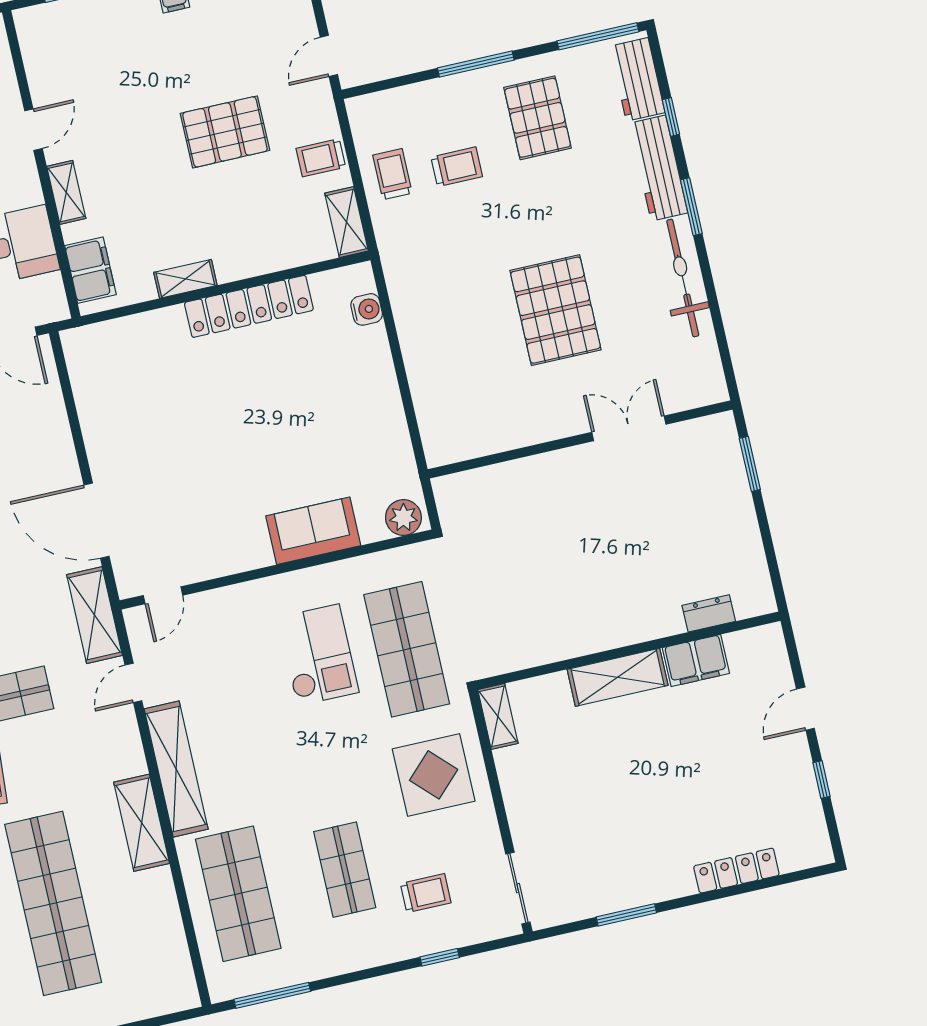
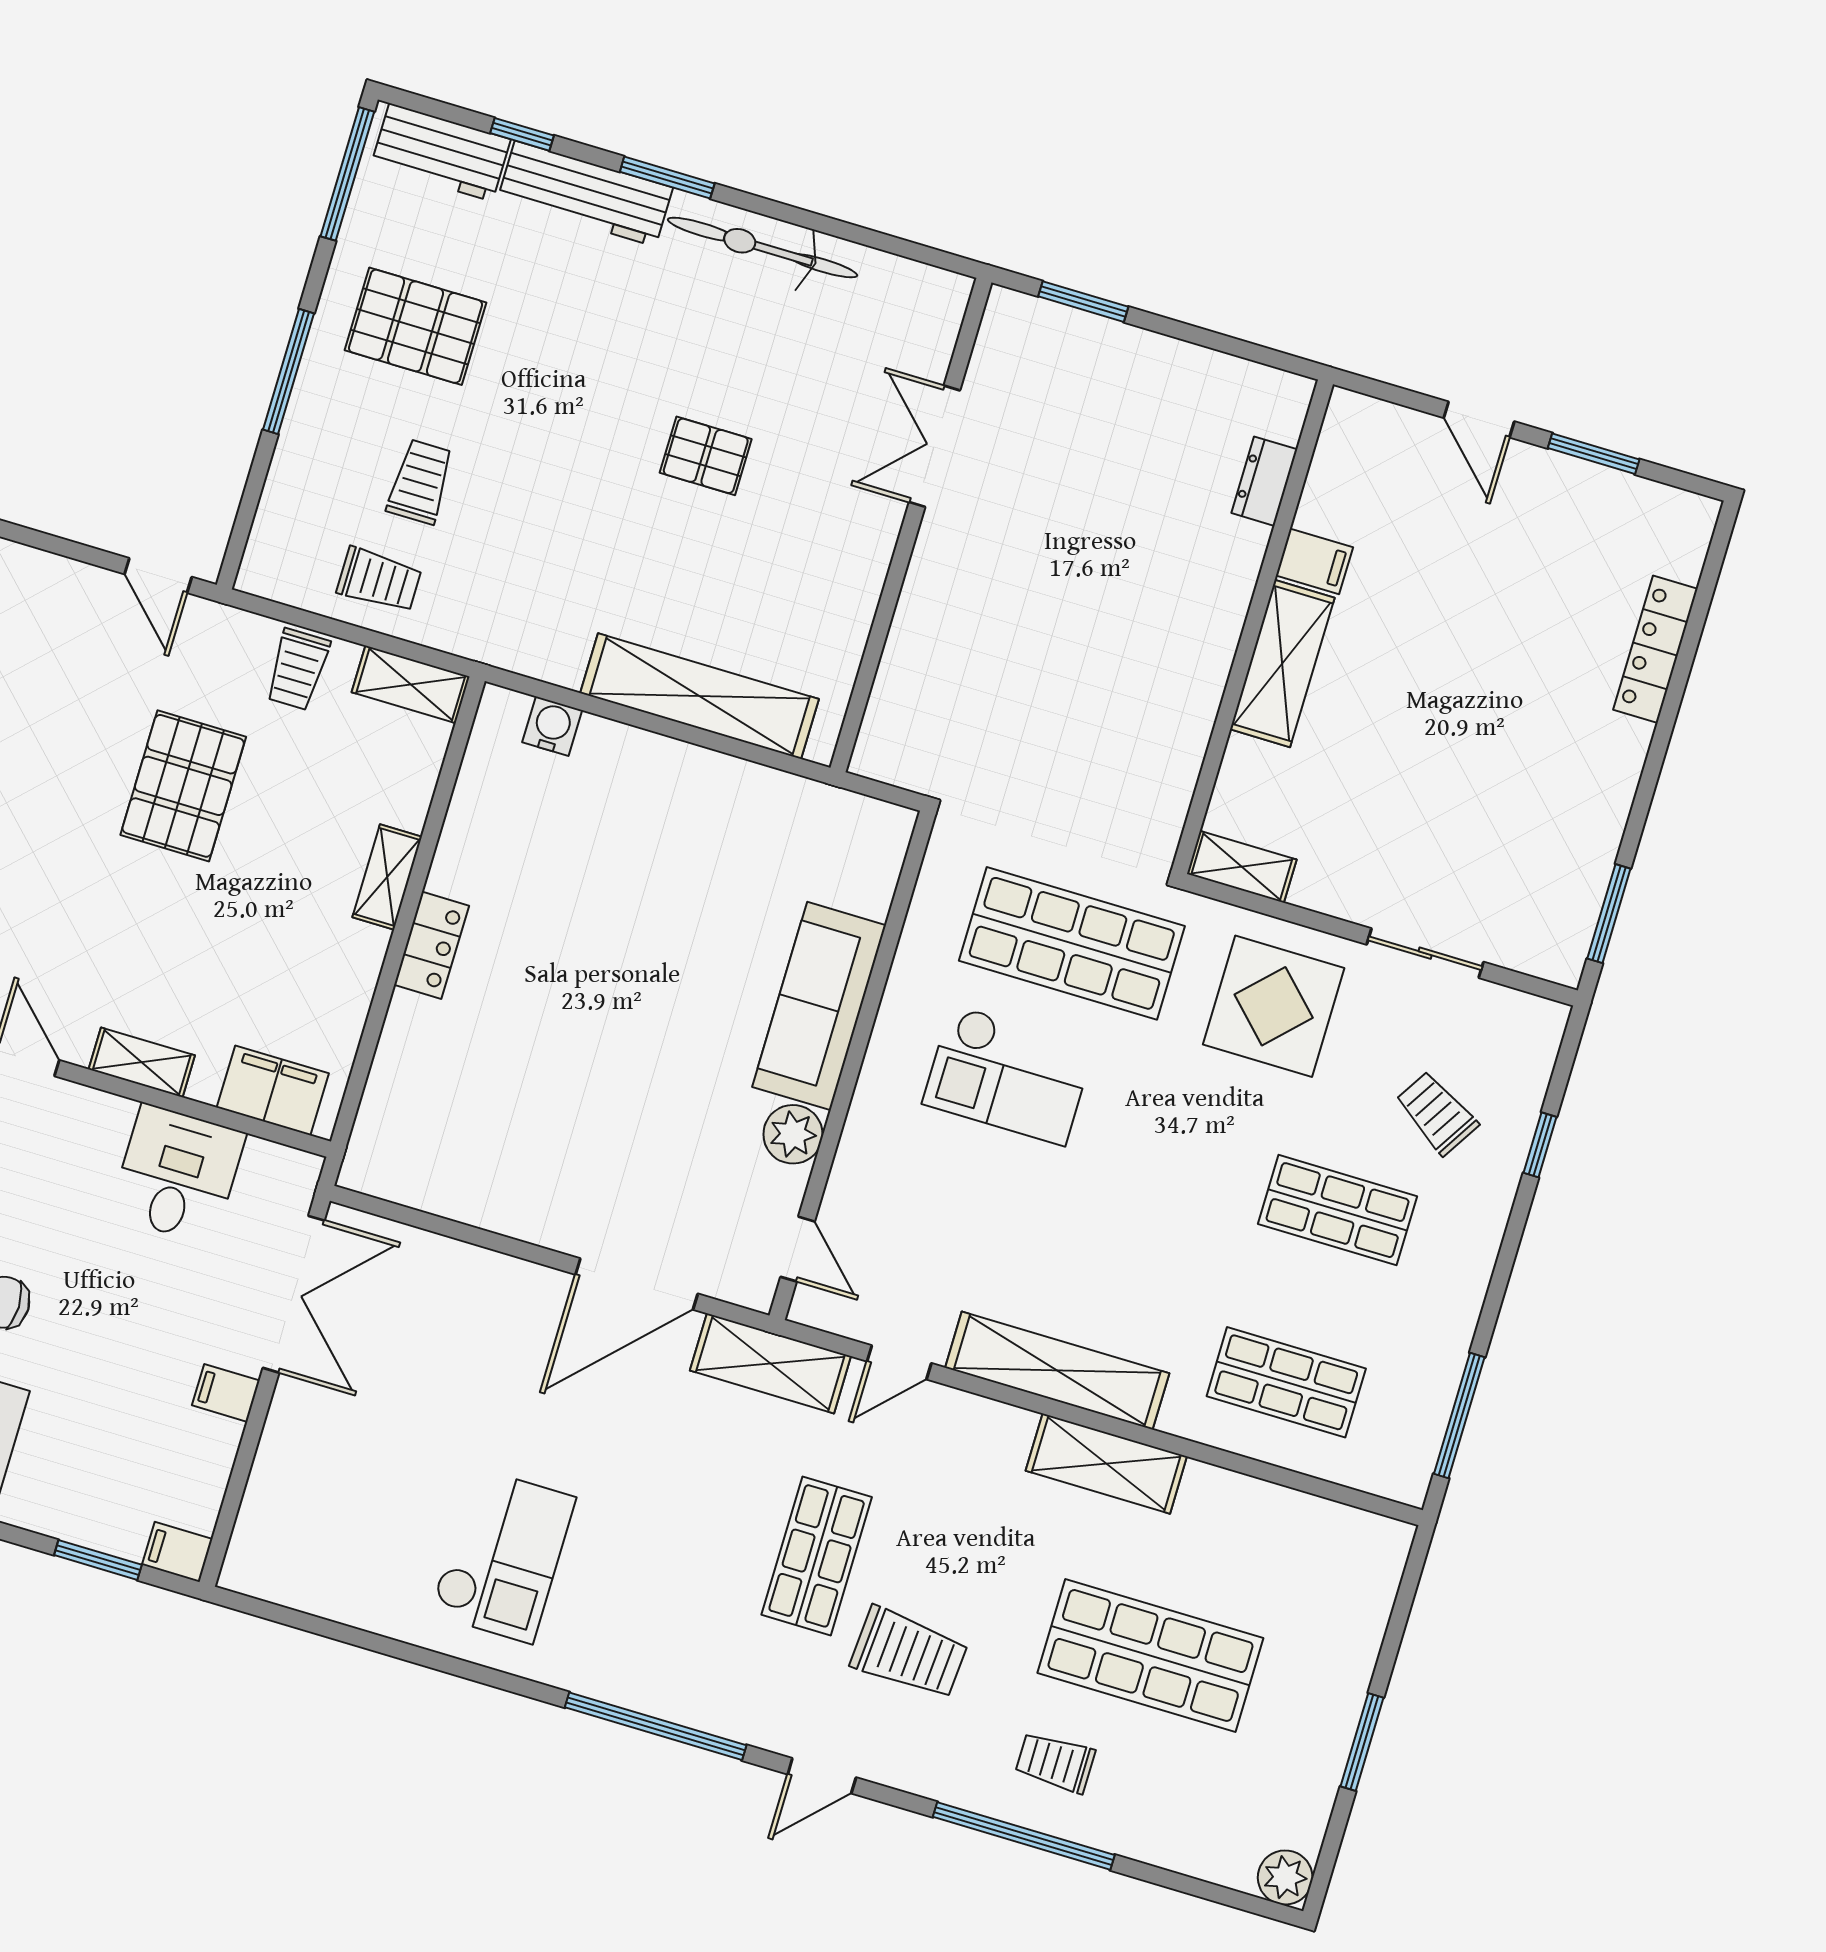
trolley: (392, 174) -> (379, 580), turned 180
shelving: (185, 279) -> (387, 877), moved
locker: (249, 306) -> (432, 945), width x0.46, depth x0.83
pallet: (556, 310) -> (706, 456), width x0.49, depth x0.50
shelving: (427, 378) -> (700, 696), added
plant: (403, 518) -> (793, 1134), moved
sofa: (313, 531) -> (819, 1006), width x1.36
checkout: (318, 655) -> (1008, 1075), turned 180
filing cabinet: (696, 661) -> (1314, 561), width x0.50
door: (133, 683) -> (899, 1362), hinge flipped
window: (822, 780) -> (1594, 454), width x1.50
sliding door: (518, 888) -> (1425, 953), moved
trolley: (426, 893) -> (1437, 1113), turned -58
shop shelf: (238, 894) -> (1286, 1382), width x0.70, depth x0.74
shop shelf: (53, 903) -> (1150, 1655), width x0.71
window: (626, 915) -> (1609, 914), moved

